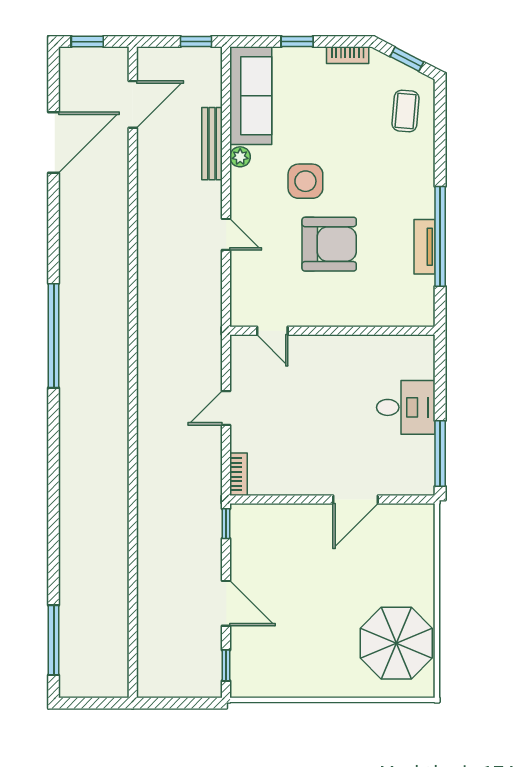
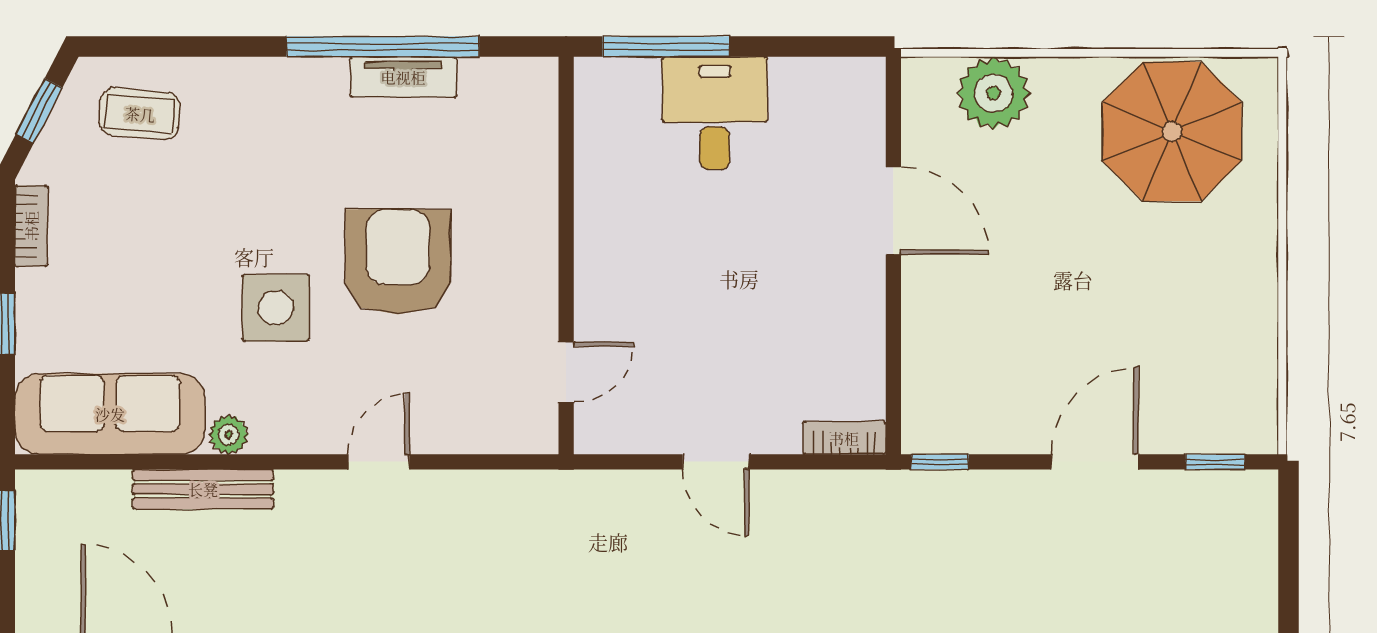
window: (440, 454) -> (666, 47), moved
plant: (416, 551) -> (993, 93), added

